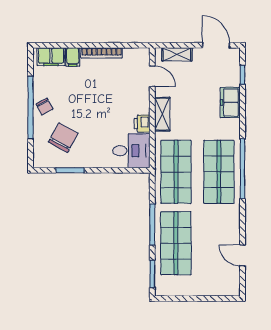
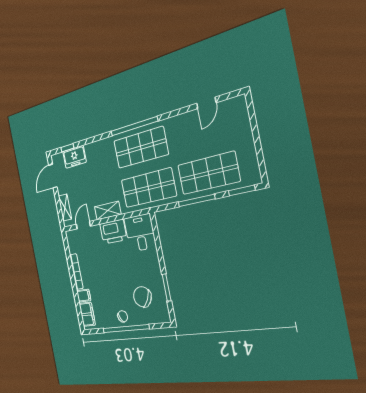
freezer: (230, 103) -> (74, 157), moved
printer: (142, 124) -> (113, 232), width x1.87, depth x1.48

